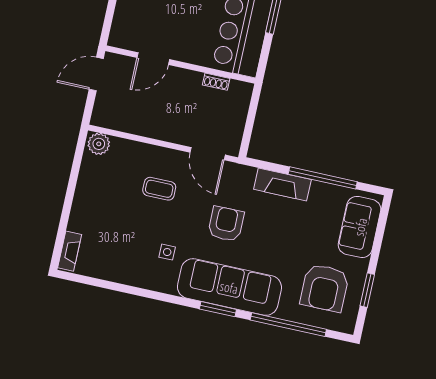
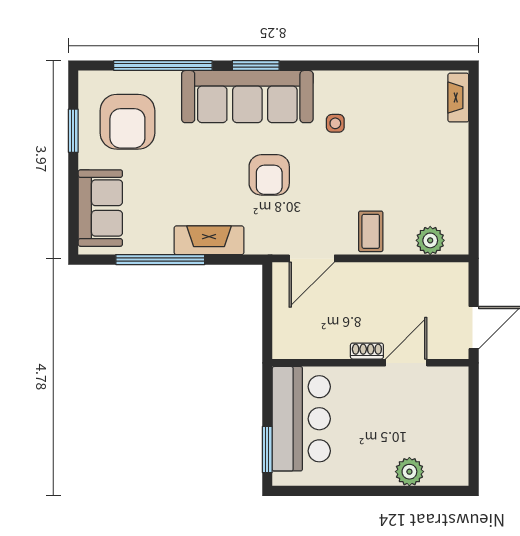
shoe rack: (216, 82) -> (367, 351), moved
plant: (99, 144) -> (430, 240), moved
door: (208, 154) -> (312, 258), swing flipped
coffee table: (159, 189) -> (371, 231), moved, turned 90
armchair: (325, 288) -> (127, 122), turned 180

